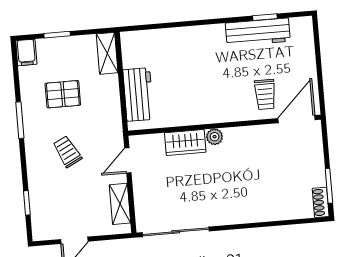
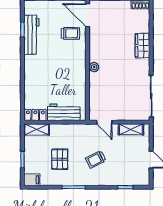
locker: (130, 49) -> (35, 115), added
wardrobe: (185, 142) -> (142, 46), moved, turned 180

